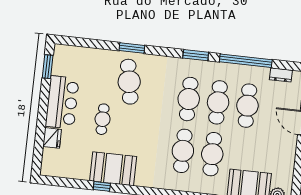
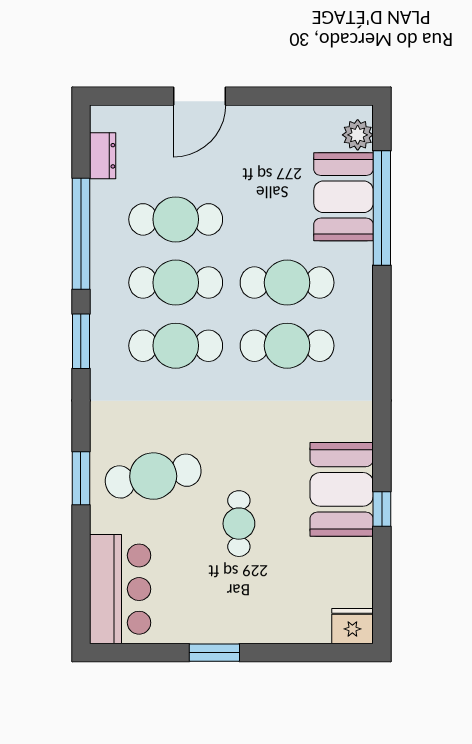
window: (48, 67) -> (214, 653), moved
bar counter: (62, 102) -> (120, 589), moved, turned 90
cafe table: (103, 119) -> (239, 524), turned 90
fridge: (52, 138) -> (352, 626), moved

